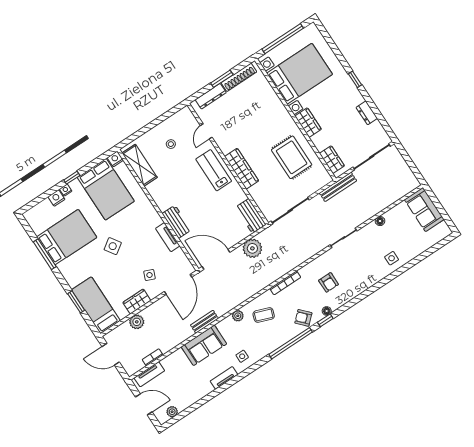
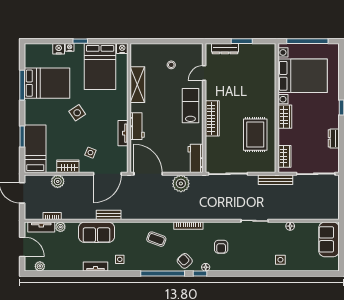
shoe rack: (239, 77) -> (255, 48), removed
shelving: (140, 165) -> (137, 85), moved
plant: (238, 316) -> (60, 227), moved

